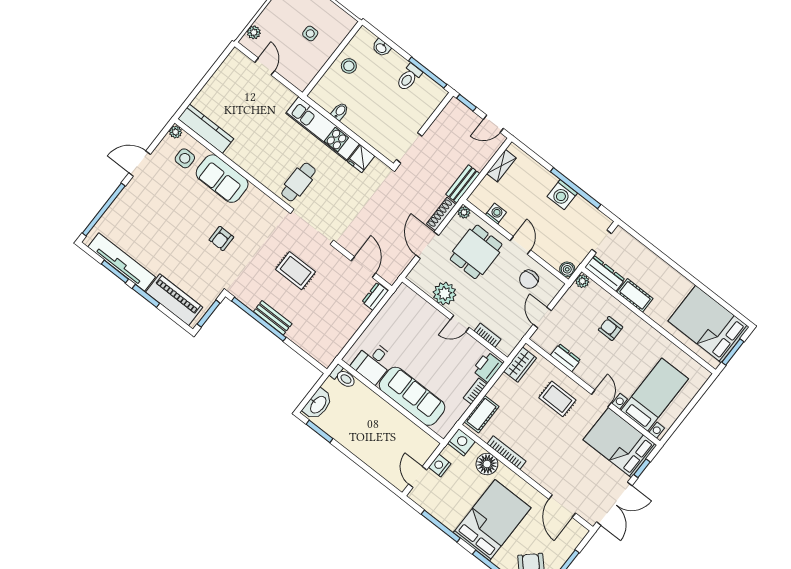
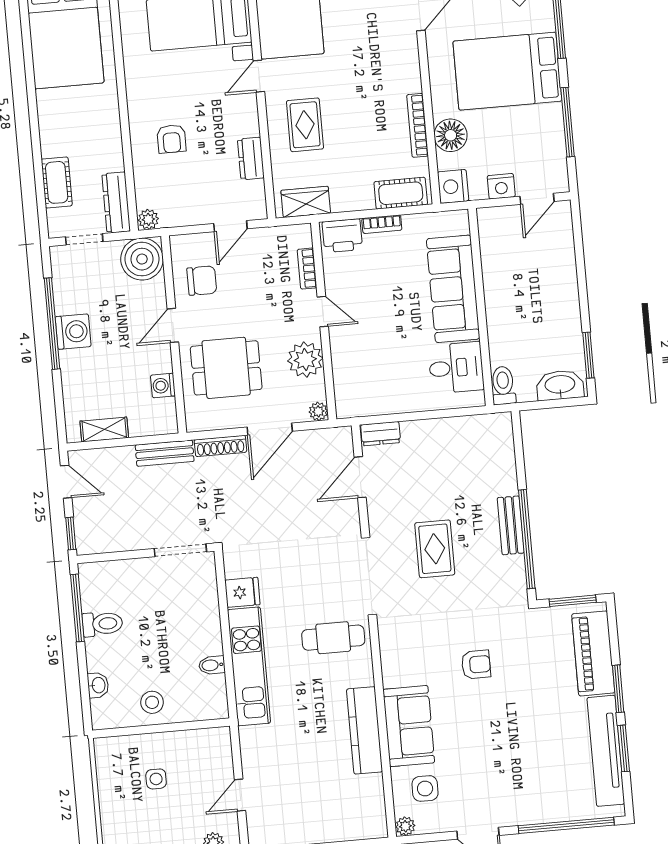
kitchen counter: (206, 129) -> (365, 730), moved
plant: (464, 212) -> (318, 411), moved
boiler: (567, 269) -> (142, 259), width x1.86, depth x1.86
cot: (635, 295) -> (57, 182), moved

